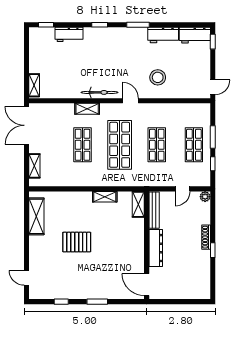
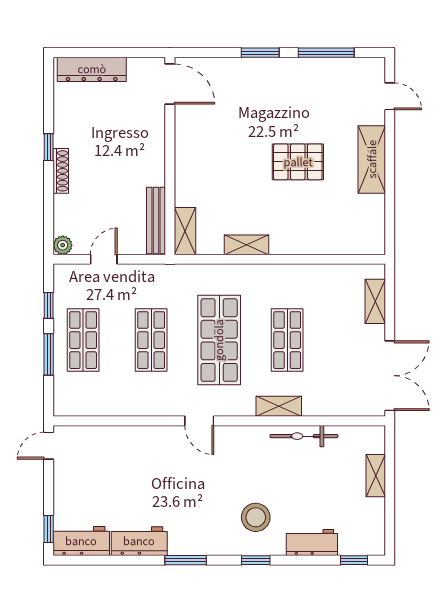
stool: (158, 77) -> (256, 517), moved
shelving: (34, 85) -> (376, 476), moved
bicycle: (100, 92) -> (304, 436), moved
shelving: (36, 216) -> (372, 159), moved
dresser: (156, 248) -> (92, 69), moved, turned -90
window: (61, 302) -> (326, 53), width x2.17

